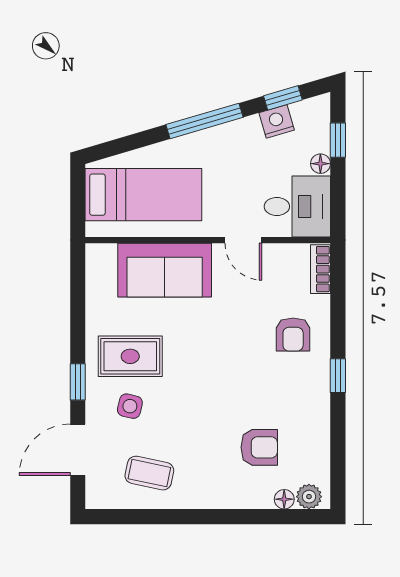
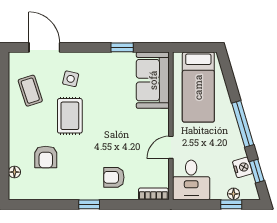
floor lamp: (320, 164) -> (234, 194), moved
sofa: (165, 270) -> (153, 80), moved
rug: (130, 356) -> (70, 116), moved
window: (78, 382) -> (122, 47), moved
coffee table: (149, 473) -> (30, 91), turned -30
plant: (309, 497) -> (16, 187), removed

